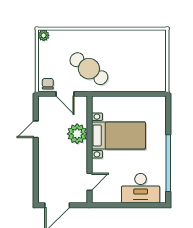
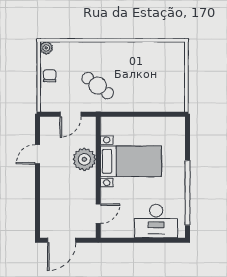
cafe table: (89, 69) -> (98, 86), width x0.73, depth x0.74
chair: (48, 84) -> (50, 76), moved
door: (65, 94) -> (71, 114), hinge flipped

